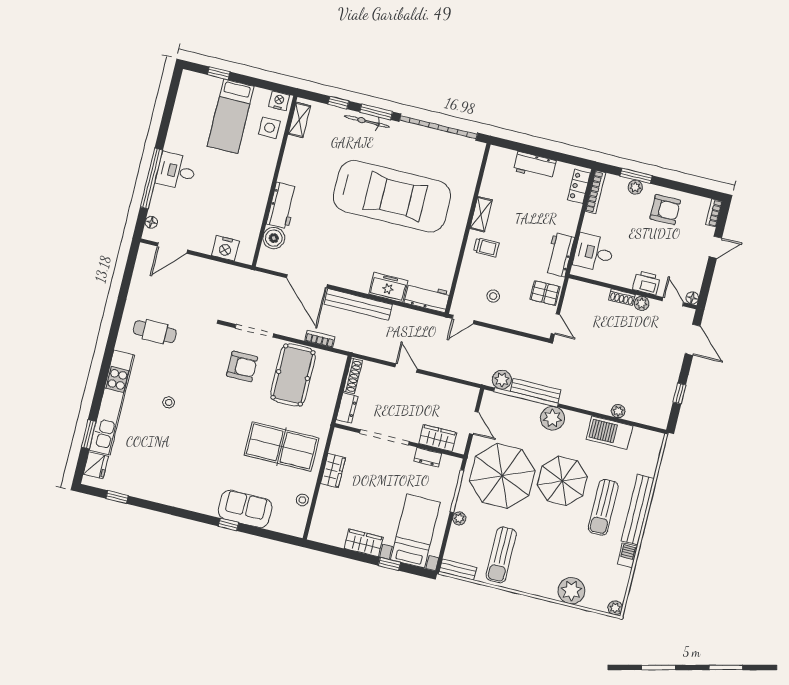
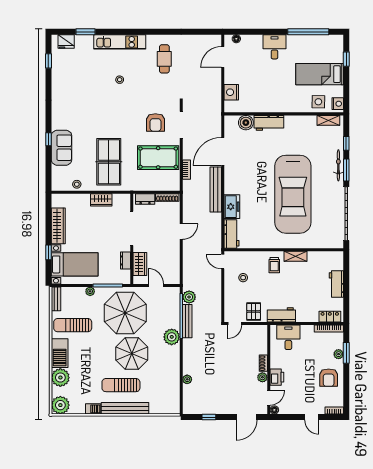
window: (151, 178) -> (308, 32), moved
door: (172, 248) -> (223, 57), hinge flipped
kitchen unit: (112, 403) -> (120, 42), width x0.73
door: (474, 423) -> (156, 285), swing flipped
barbecue: (609, 433) -> (60, 353), moved, turned 180
wardrobe: (364, 543) -> (58, 226), width x1.50
plant: (615, 608) -> (60, 405), width x1.87, depth x1.87

